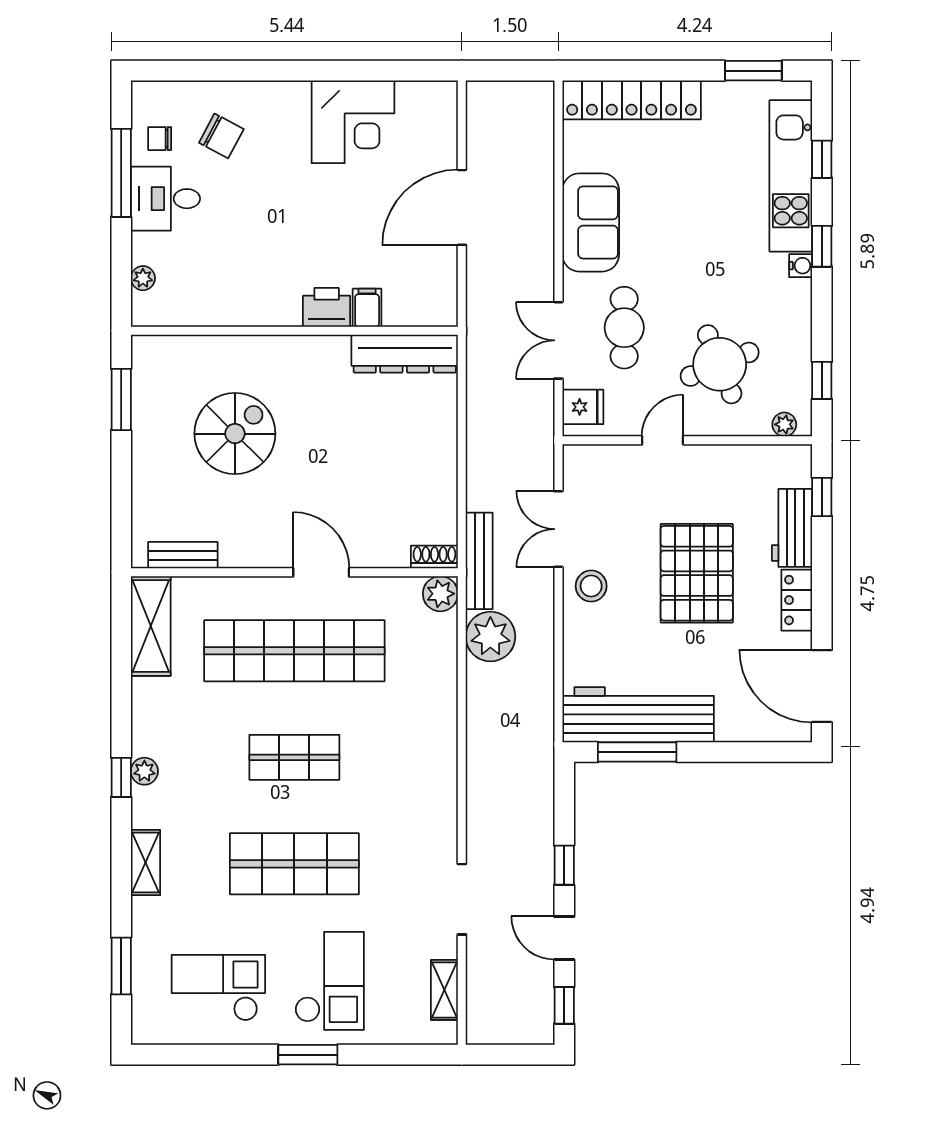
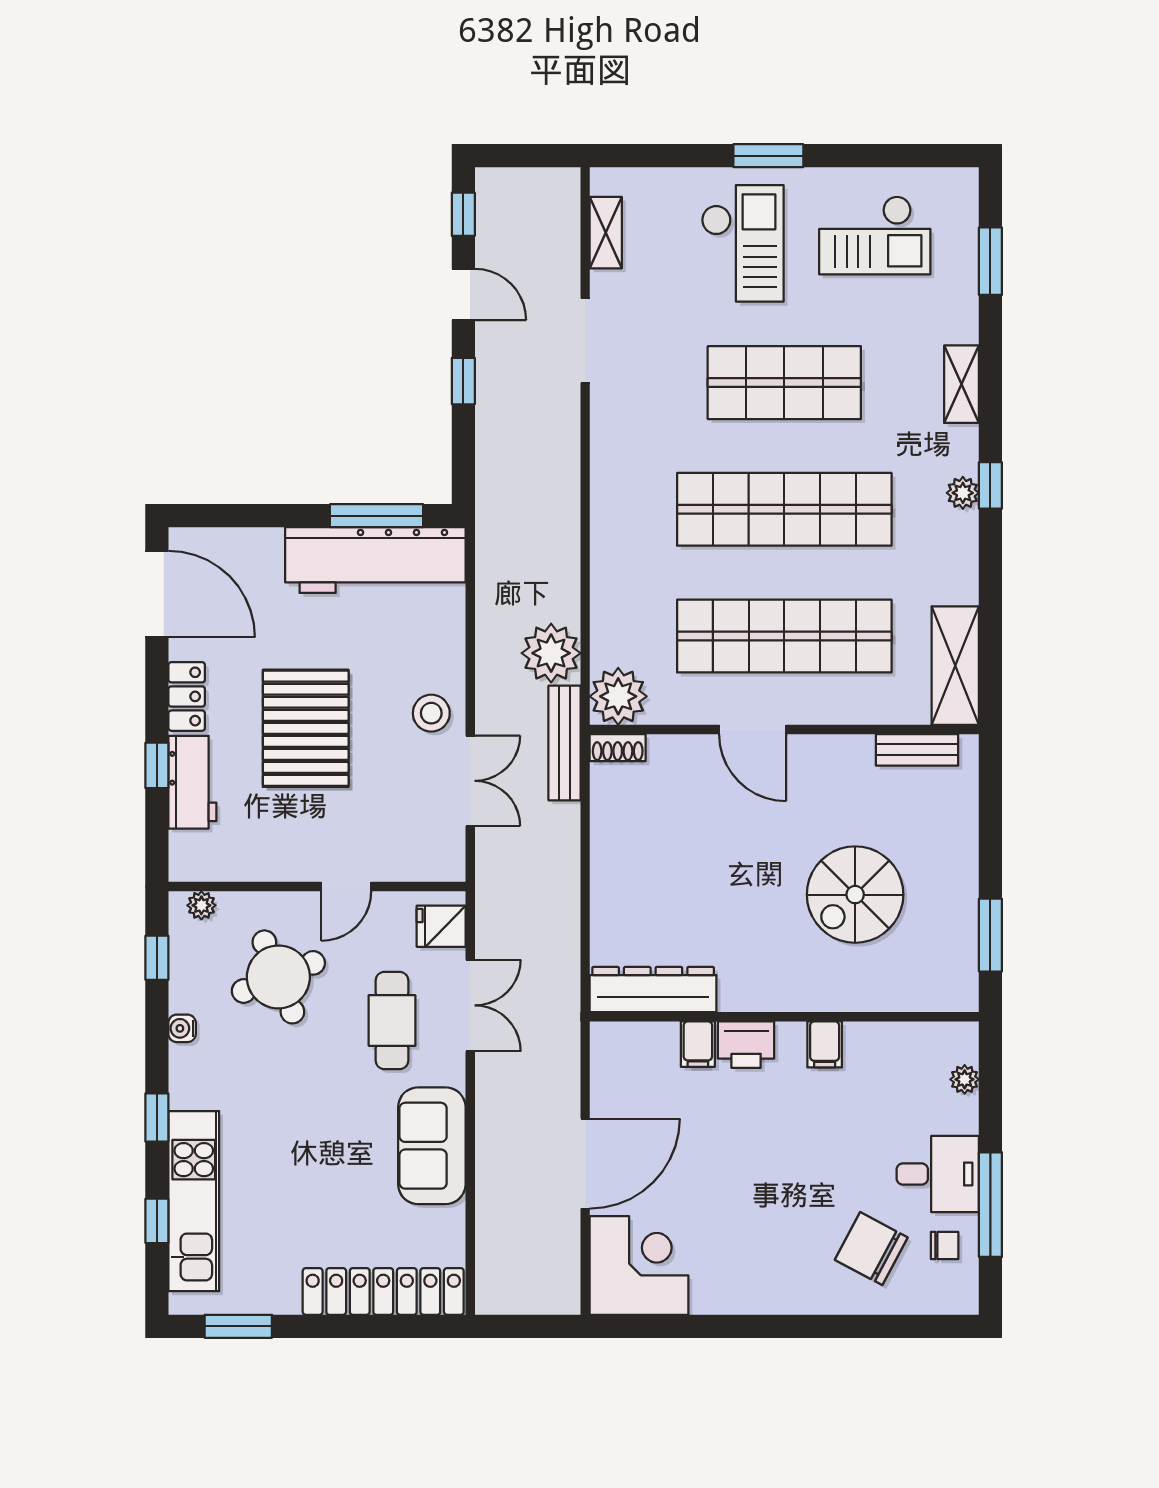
corner desk: (353, 122) -> (639, 1265), moved, turned 90
chair: (221, 136) -> (871, 1249), width x1.37, depth x1.37
water cooler: (801, 266) -> (182, 1028), moved
filing cabinet: (261, 308) -> (825, 1044), added
window: (822, 497) -> (157, 765), moved
plant: (440, 594) -> (618, 696), width x1.36, depth x1.36
shop shelf: (294, 757) -> (784, 509), width x2.00, depth x1.36
checkout: (330, 981) -> (743, 243), turned 180

